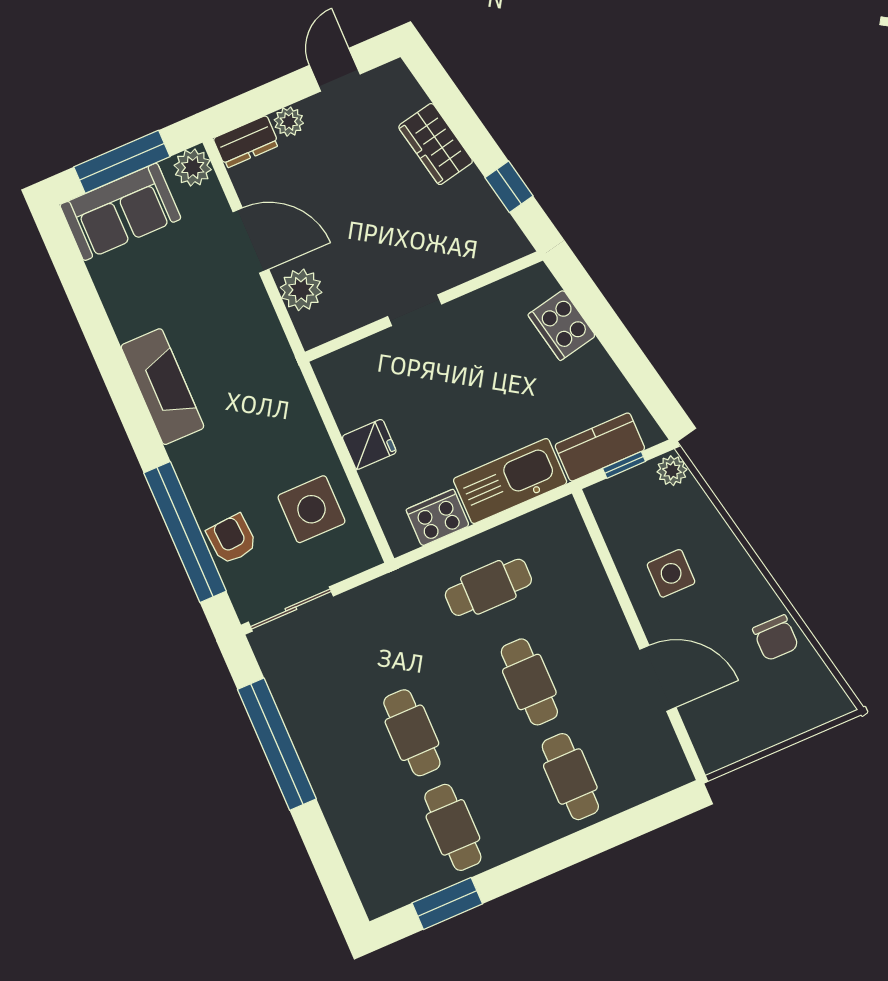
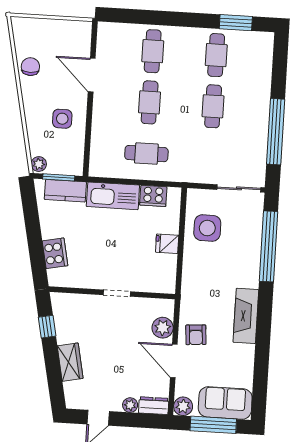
window: (624, 465) -> (59, 177), width x1.50
armchair: (232, 539) -> (196, 335), moved

